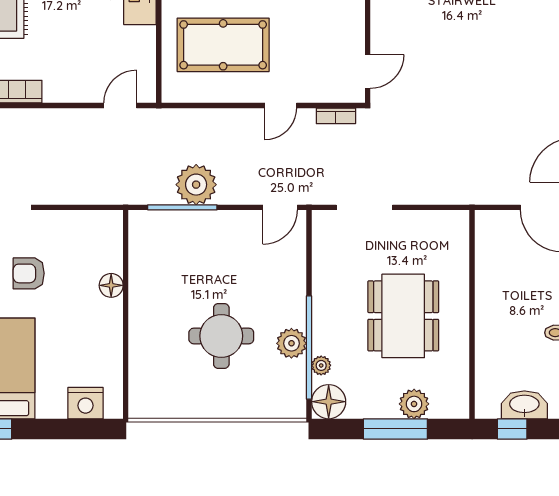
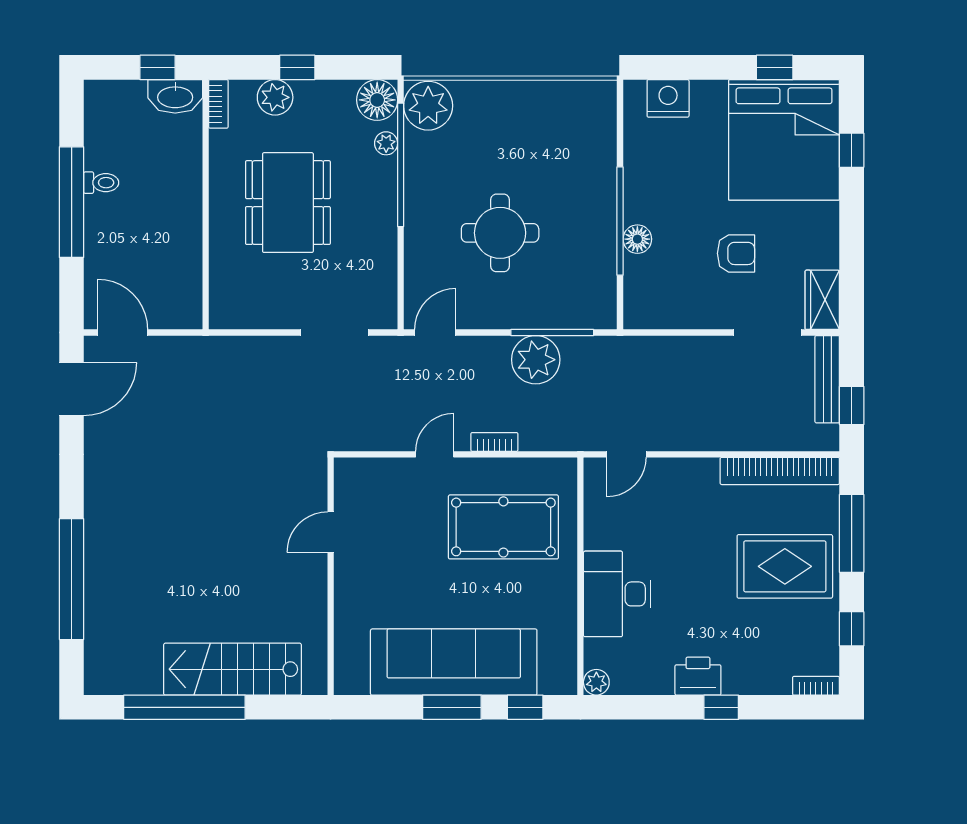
door: (368, 71) -> (331, 532), moved
bookcase: (336, 116) -> (494, 442), moved
window: (126, 301) -> (620, 221), added
round table: (221, 336) -> (500, 233), moved
plant: (291, 343) -> (428, 106), moved, width x1.36, depth x1.36
bookcase: (461, 398) -> (218, 104), added
washbasin: (524, 405) -> (175, 96), moved
window: (395, 429) -> (297, 67), width x0.46

